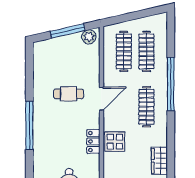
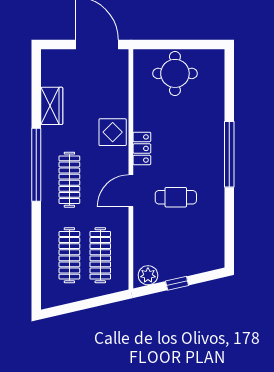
window: (68, 31) -> (177, 283), width x0.46
window: (171, 84) -> (36, 165), moved
locker: (93, 141) -> (142, 148), moved

